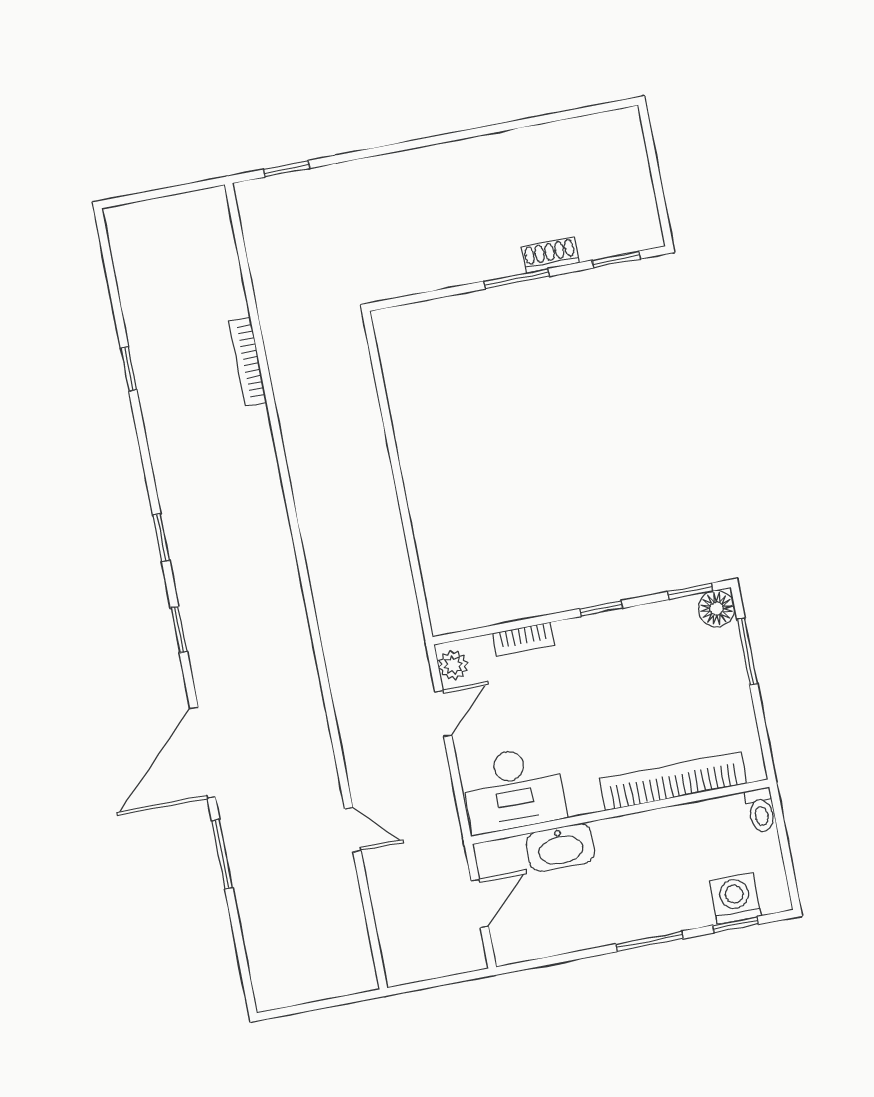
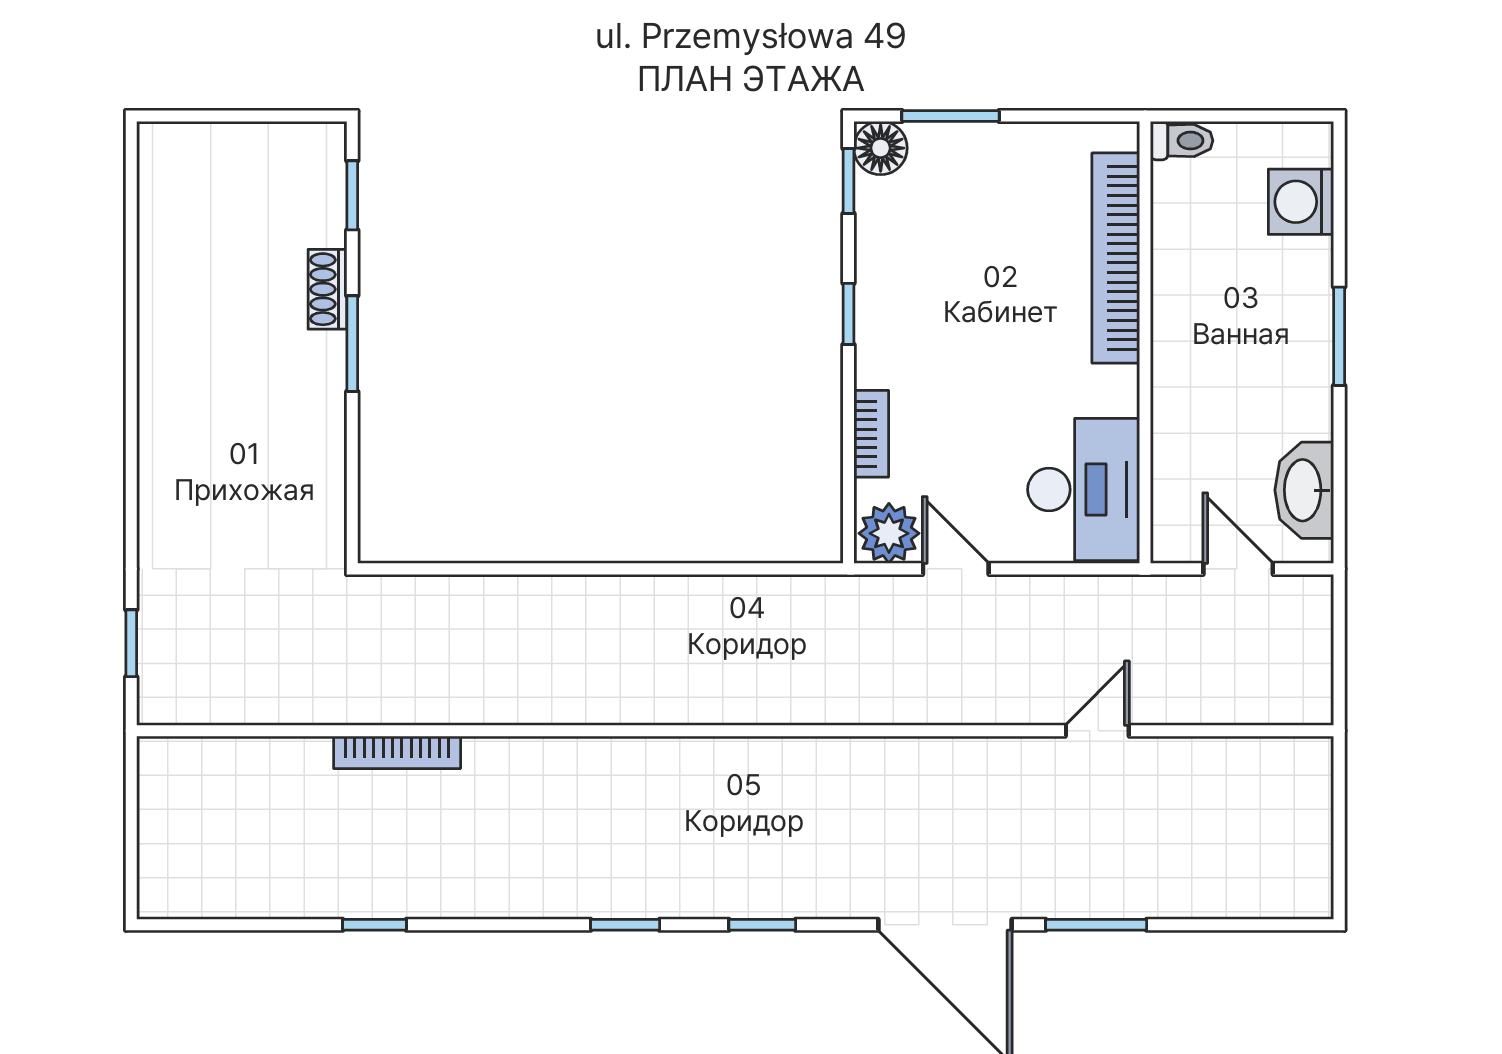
plant: (453, 665) -> (889, 533), width x1.38, depth x1.38
washbasin: (560, 847) -> (1304, 490), moved, turned 180
window: (735, 925) -> (1339, 208), removed

